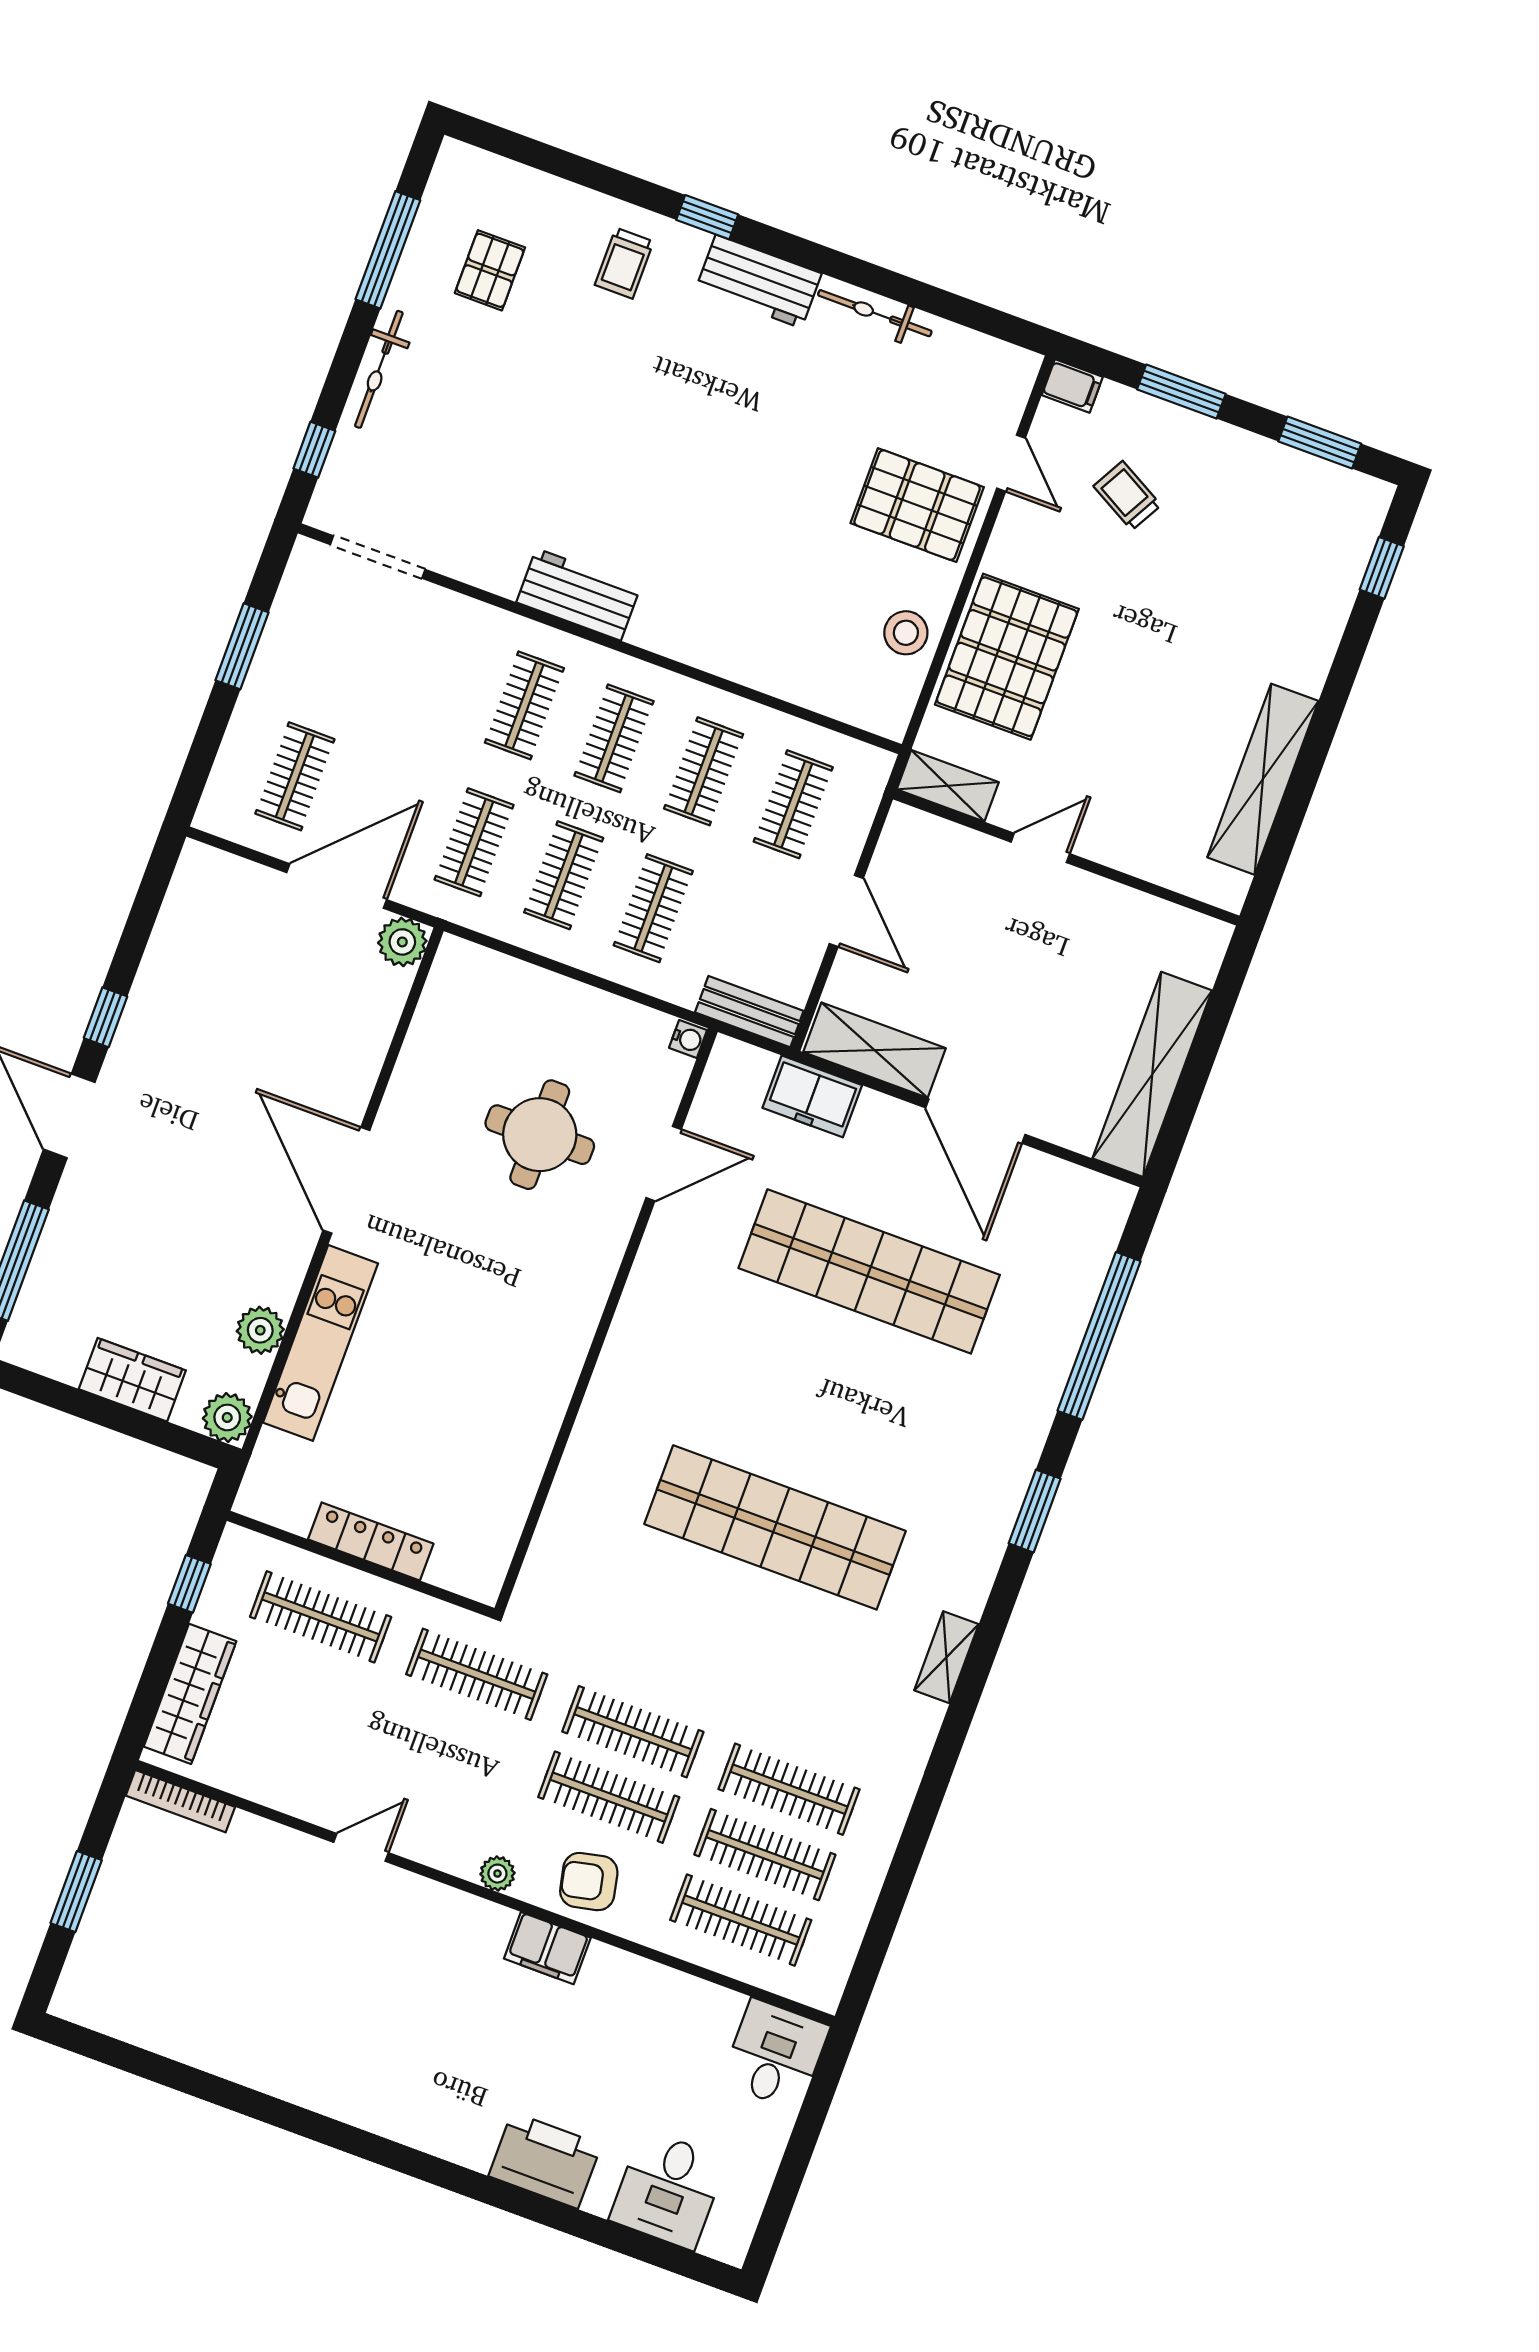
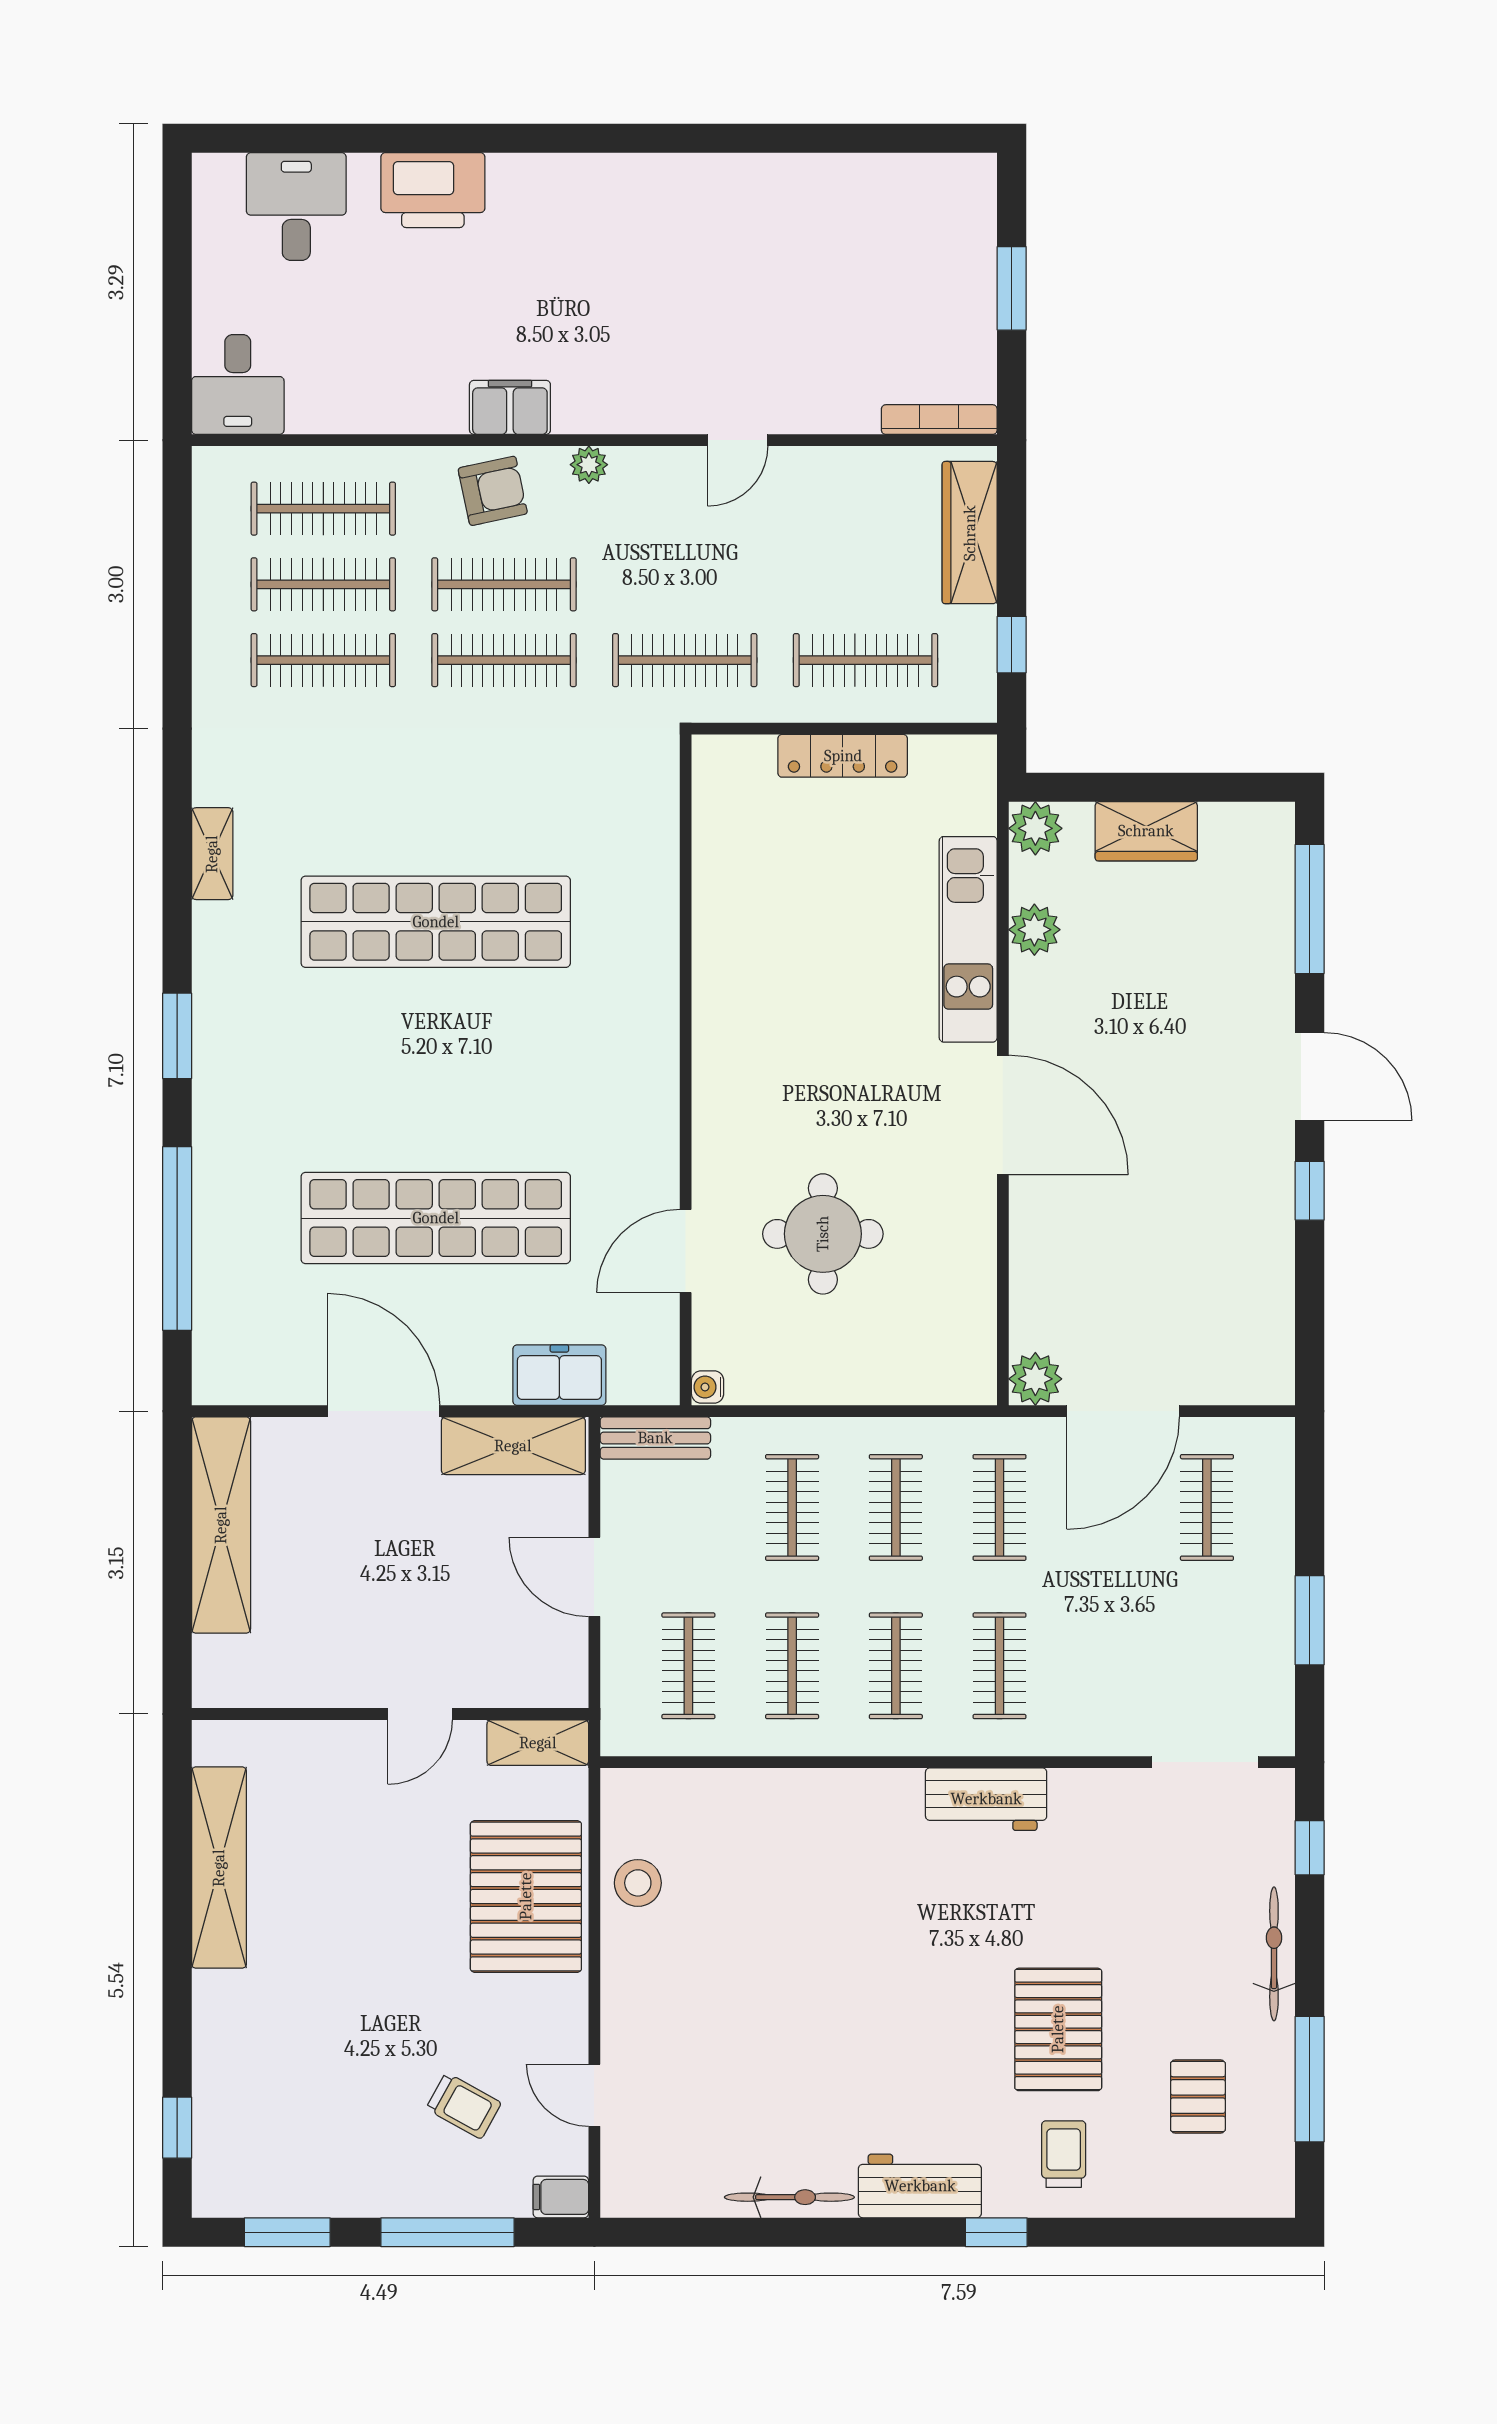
window: (1181, 392) -> (447, 2232), width x1.44
pallet: (917, 505) -> (1058, 2029), moved, turned 90

